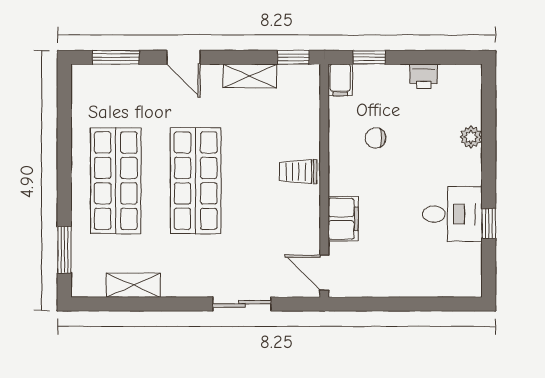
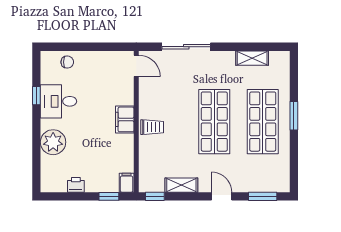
plant: (471, 137) -> (53, 142), width x1.88, depth x1.88
chair: (376, 138) -> (67, 62), moved
filing cabinet: (343, 219) -> (125, 119), moved
window: (64, 250) -> (294, 116), moved
sliding door: (242, 304) -> (186, 47), width x1.37

